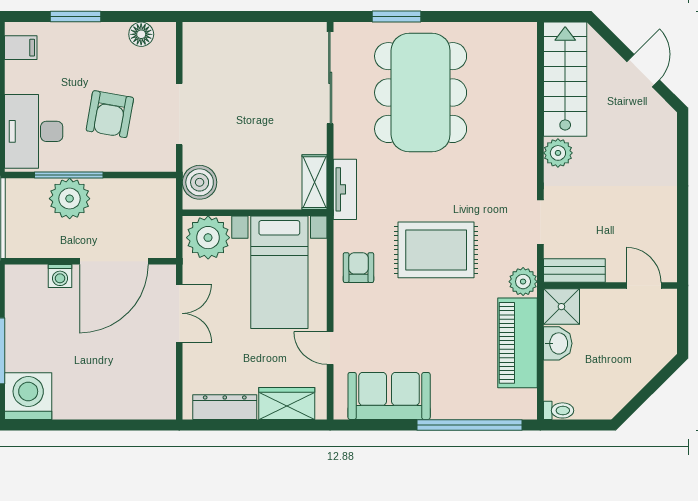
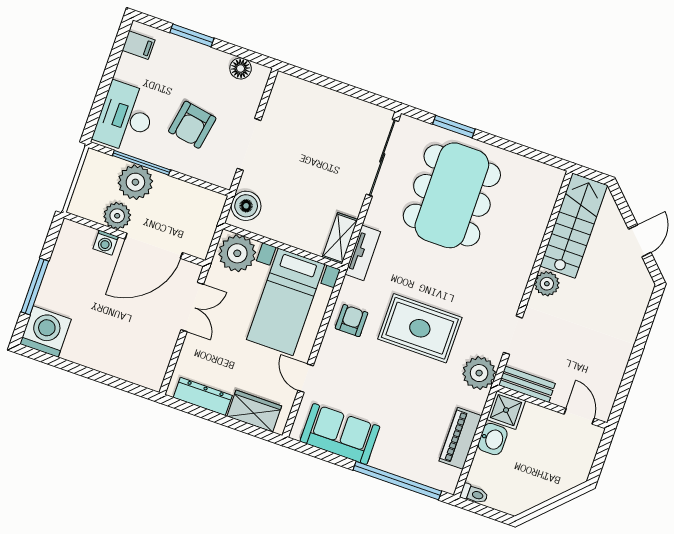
plant: (62, 242) -> (117, 216), added
plant: (523, 282) -> (479, 373), width x1.36, depth x1.36
piano: (518, 343) -> (460, 438), width x0.73, depth x0.75

